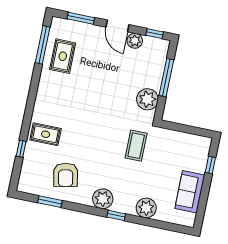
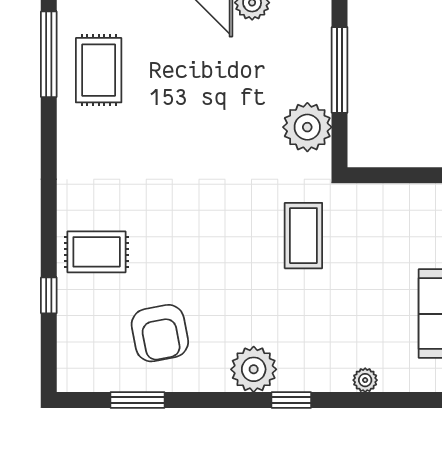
plant: (146, 208) -> (365, 380), width x0.53, depth x0.53

